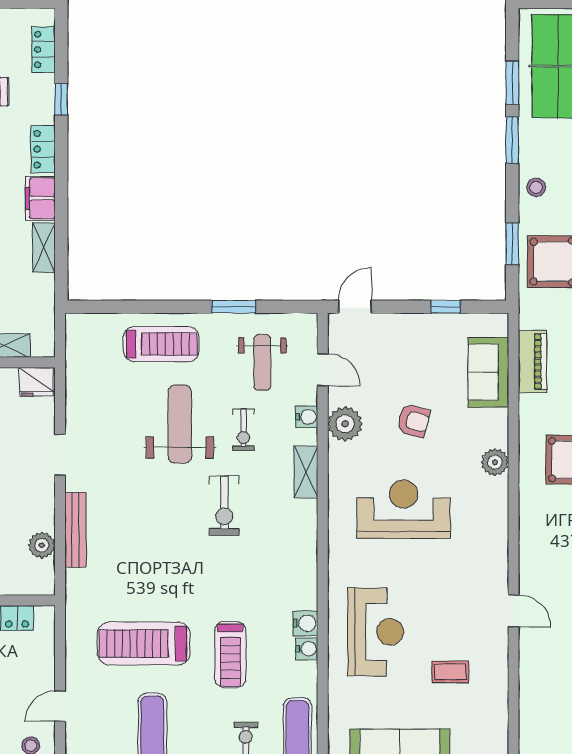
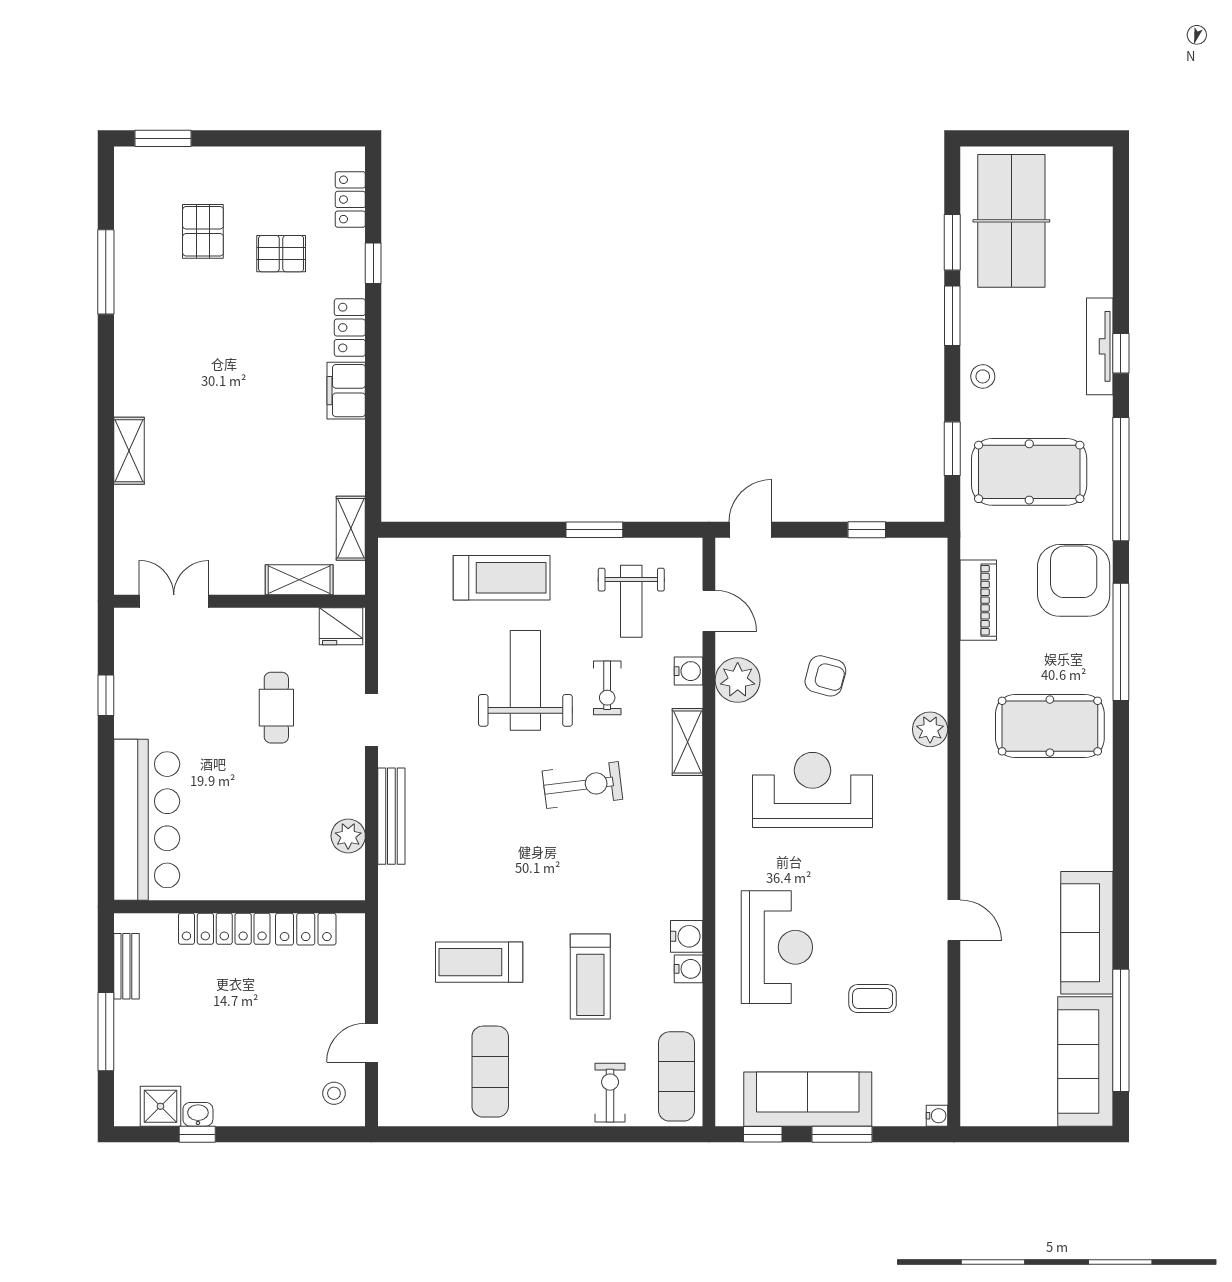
shelving: (44, 248) -> (351, 528), moved
sofa: (488, 372) -> (922, 614), removed
exercise bike: (224, 506) -> (582, 785), turned -97
treadmill: (144, 644) -> (479, 962), width x0.73, depth x0.73

